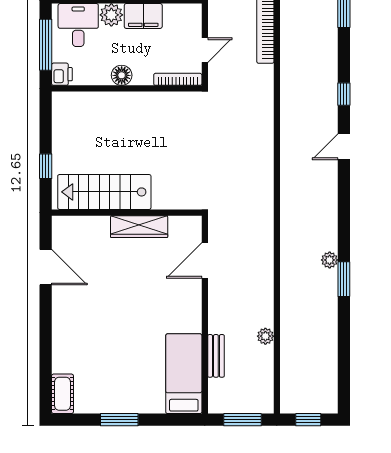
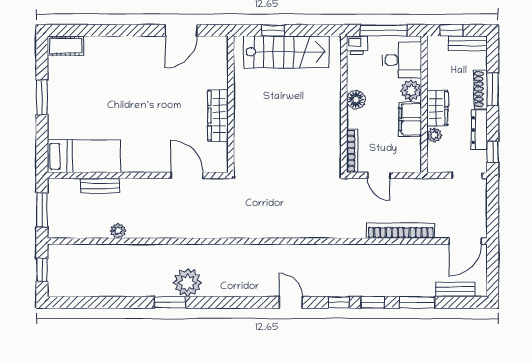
window: (344, 57) -> (373, 302), added
stairs: (104, 192) -> (286, 52), moved, turned 90
plant: (330, 260) -> (188, 283), width x1.88, depth x1.88

